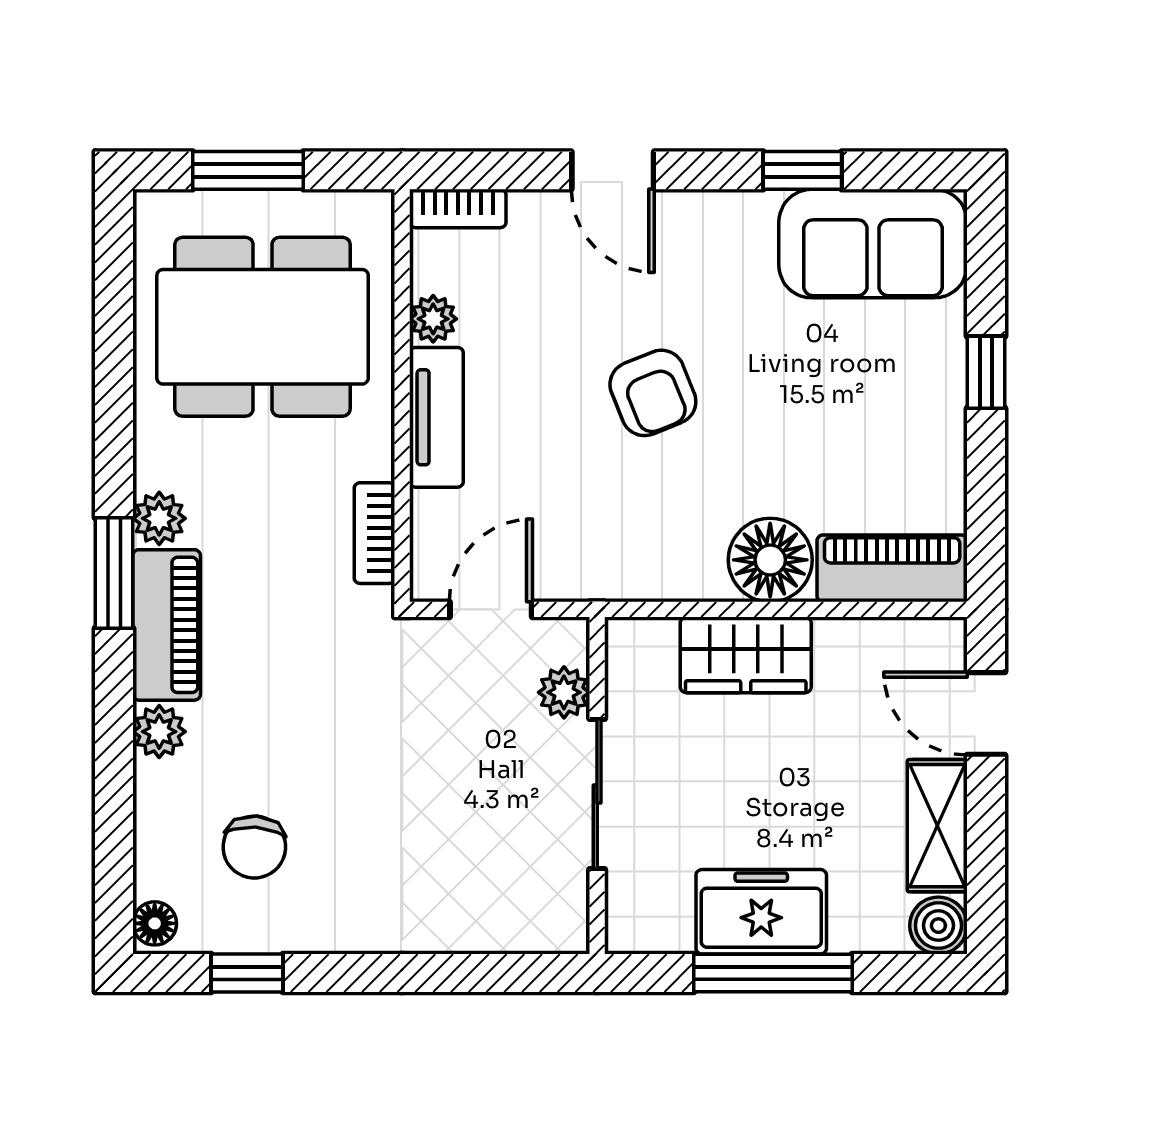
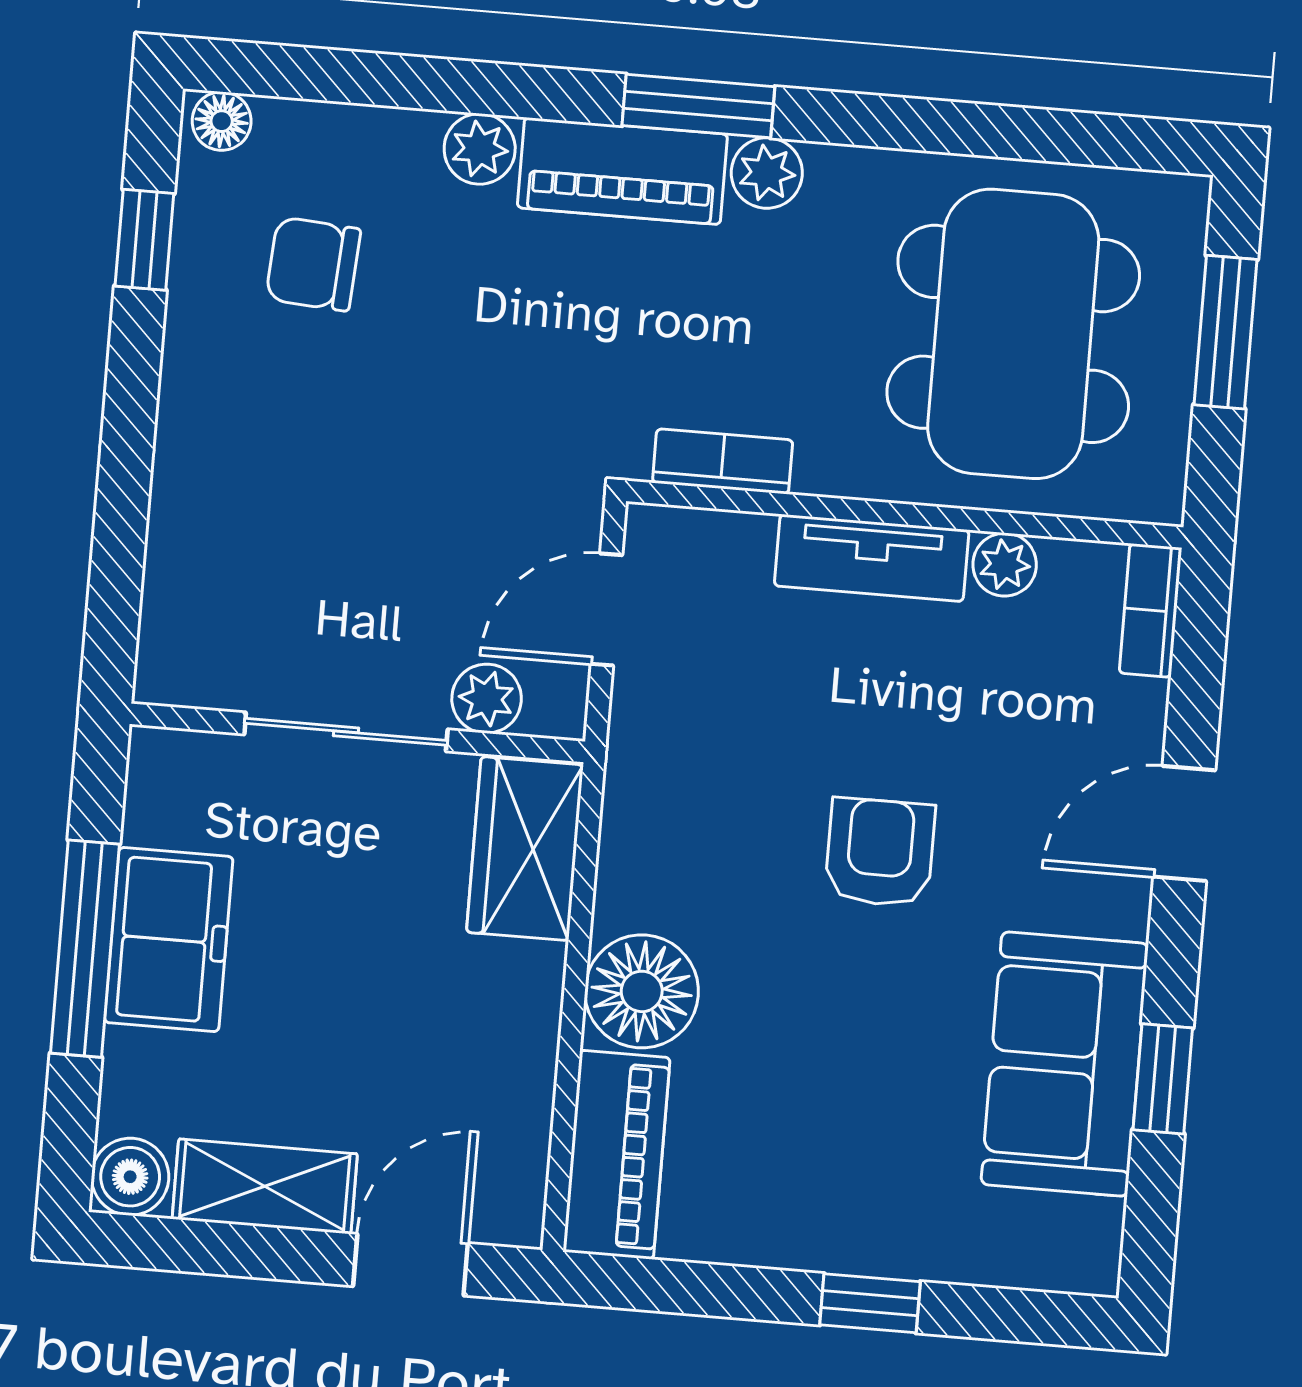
sofa: (873, 244) -> (1065, 1064), moved
armchair: (653, 393) -> (880, 852), turned 112
door: (491, 609) -> (607, 609), swing flipped
wardrobe: (746, 655) -> (525, 849), moved

